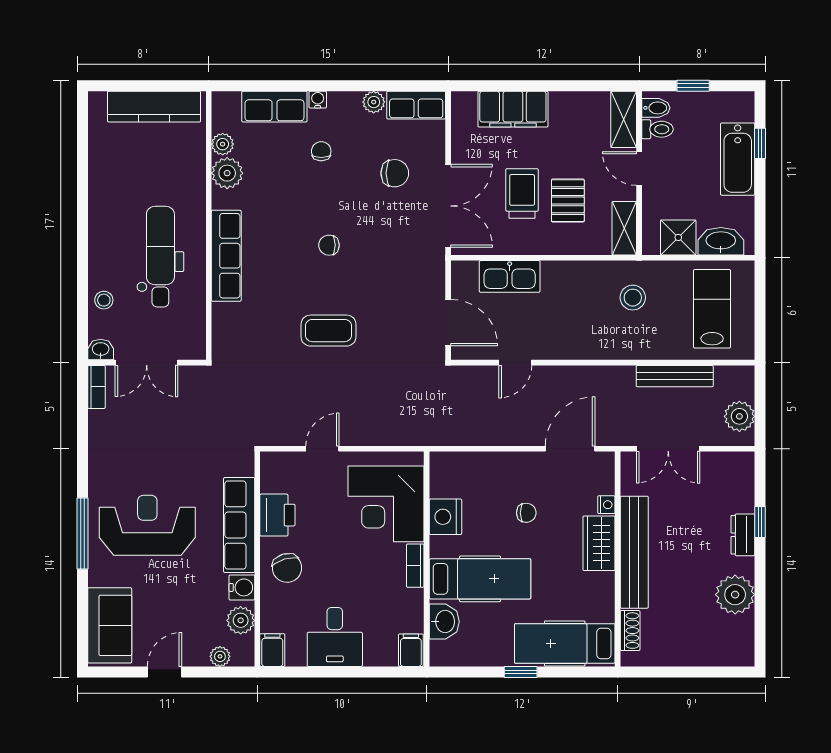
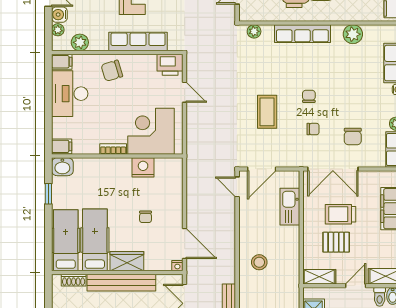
plant: (223, 144) -> (254, 31), moved
chair: (321, 151) -> (313, 129), moved
trolley: (522, 193) -> (340, 214), turned 180
stool: (633, 298) -> (259, 262), moved
coffee table: (328, 331) -> (267, 112), moved
door: (515, 363) -> (237, 187), moved
nightstand: (606, 505) -> (177, 266), moved
printer: (277, 515) -> (170, 65), moved
hospital bed: (480, 579) -> (95, 240), moved, turned 180
water cooler: (242, 587) -> (59, 15), moved, turned 90
washbasin: (444, 622) -> (62, 167), moved
desk: (335, 637) -> (70, 94), width x1.37
window: (521, 672) -> (48, 194), moved

